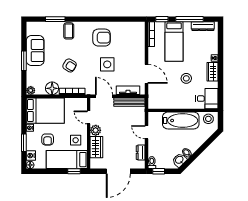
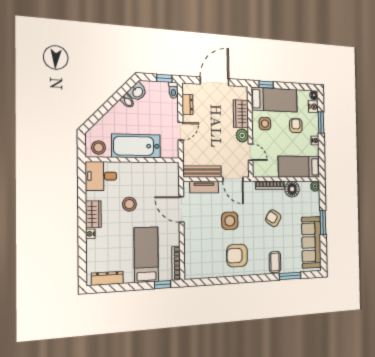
window: (190, 19) -> (126, 287), removed
sofa: (35, 51) -> (311, 242), width x1.36
bed: (45, 111) -> (299, 167), width x0.67
door: (147, 132) -> (180, 131), hinge flipped

